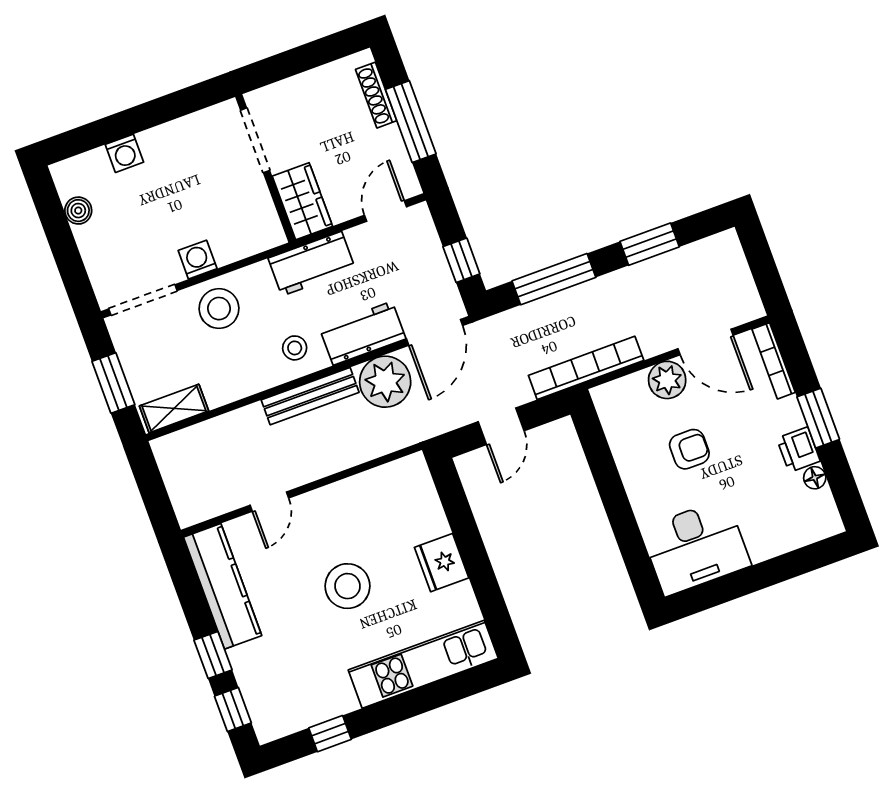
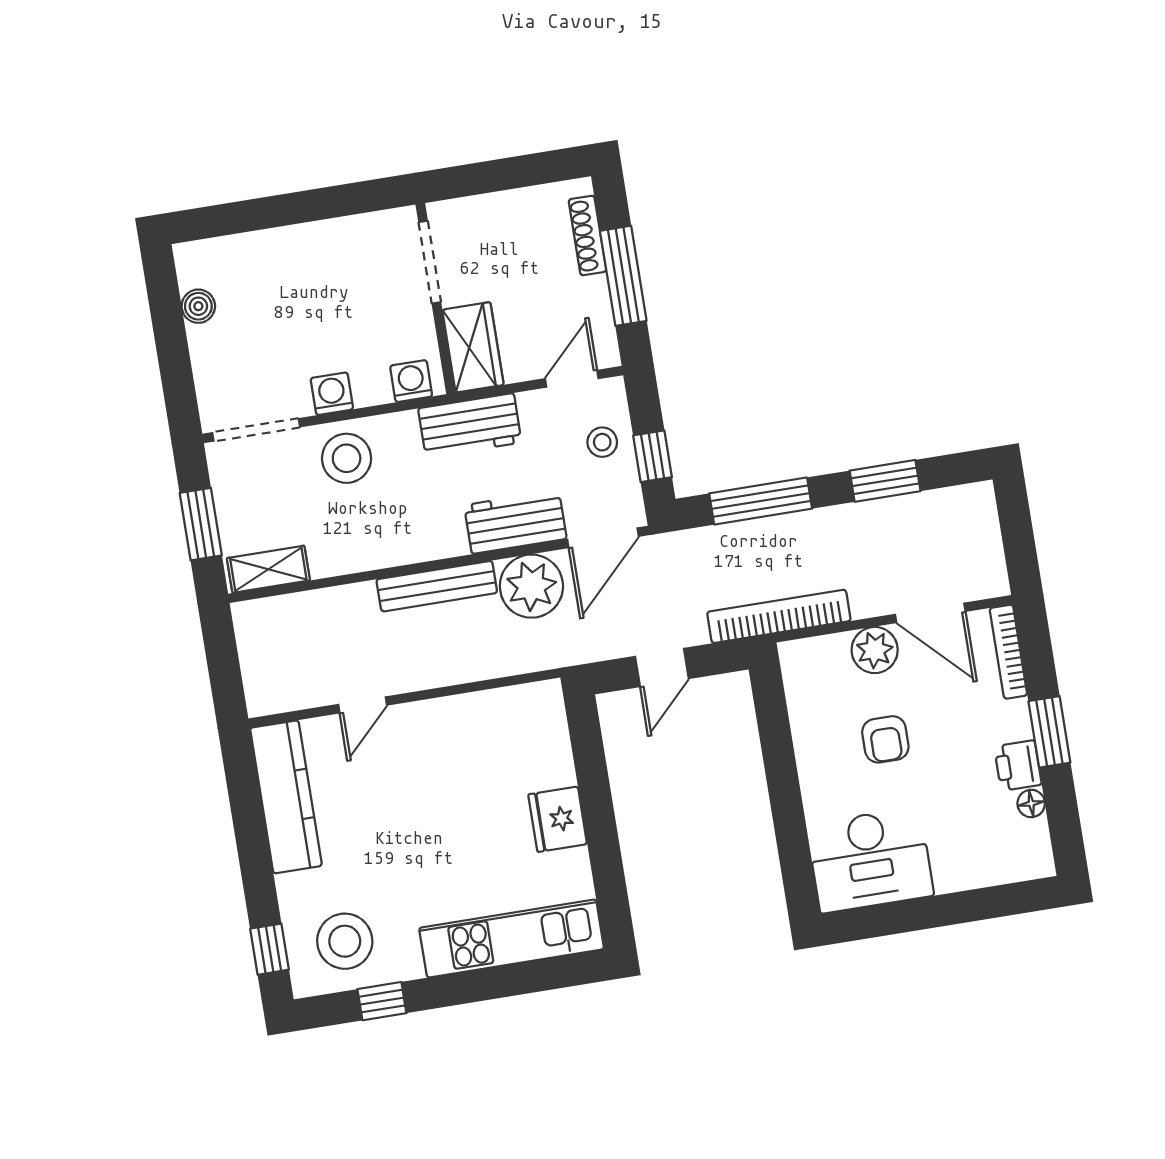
washing machine: (124, 153) -> (411, 381), moved, turned 180
stool: (295, 348) -> (602, 442), moved
armchair: (689, 449) -> (885, 739), turned 90
stool: (347, 586) -> (345, 941), moved
window: (213, 655) -> (258, 878), removed

